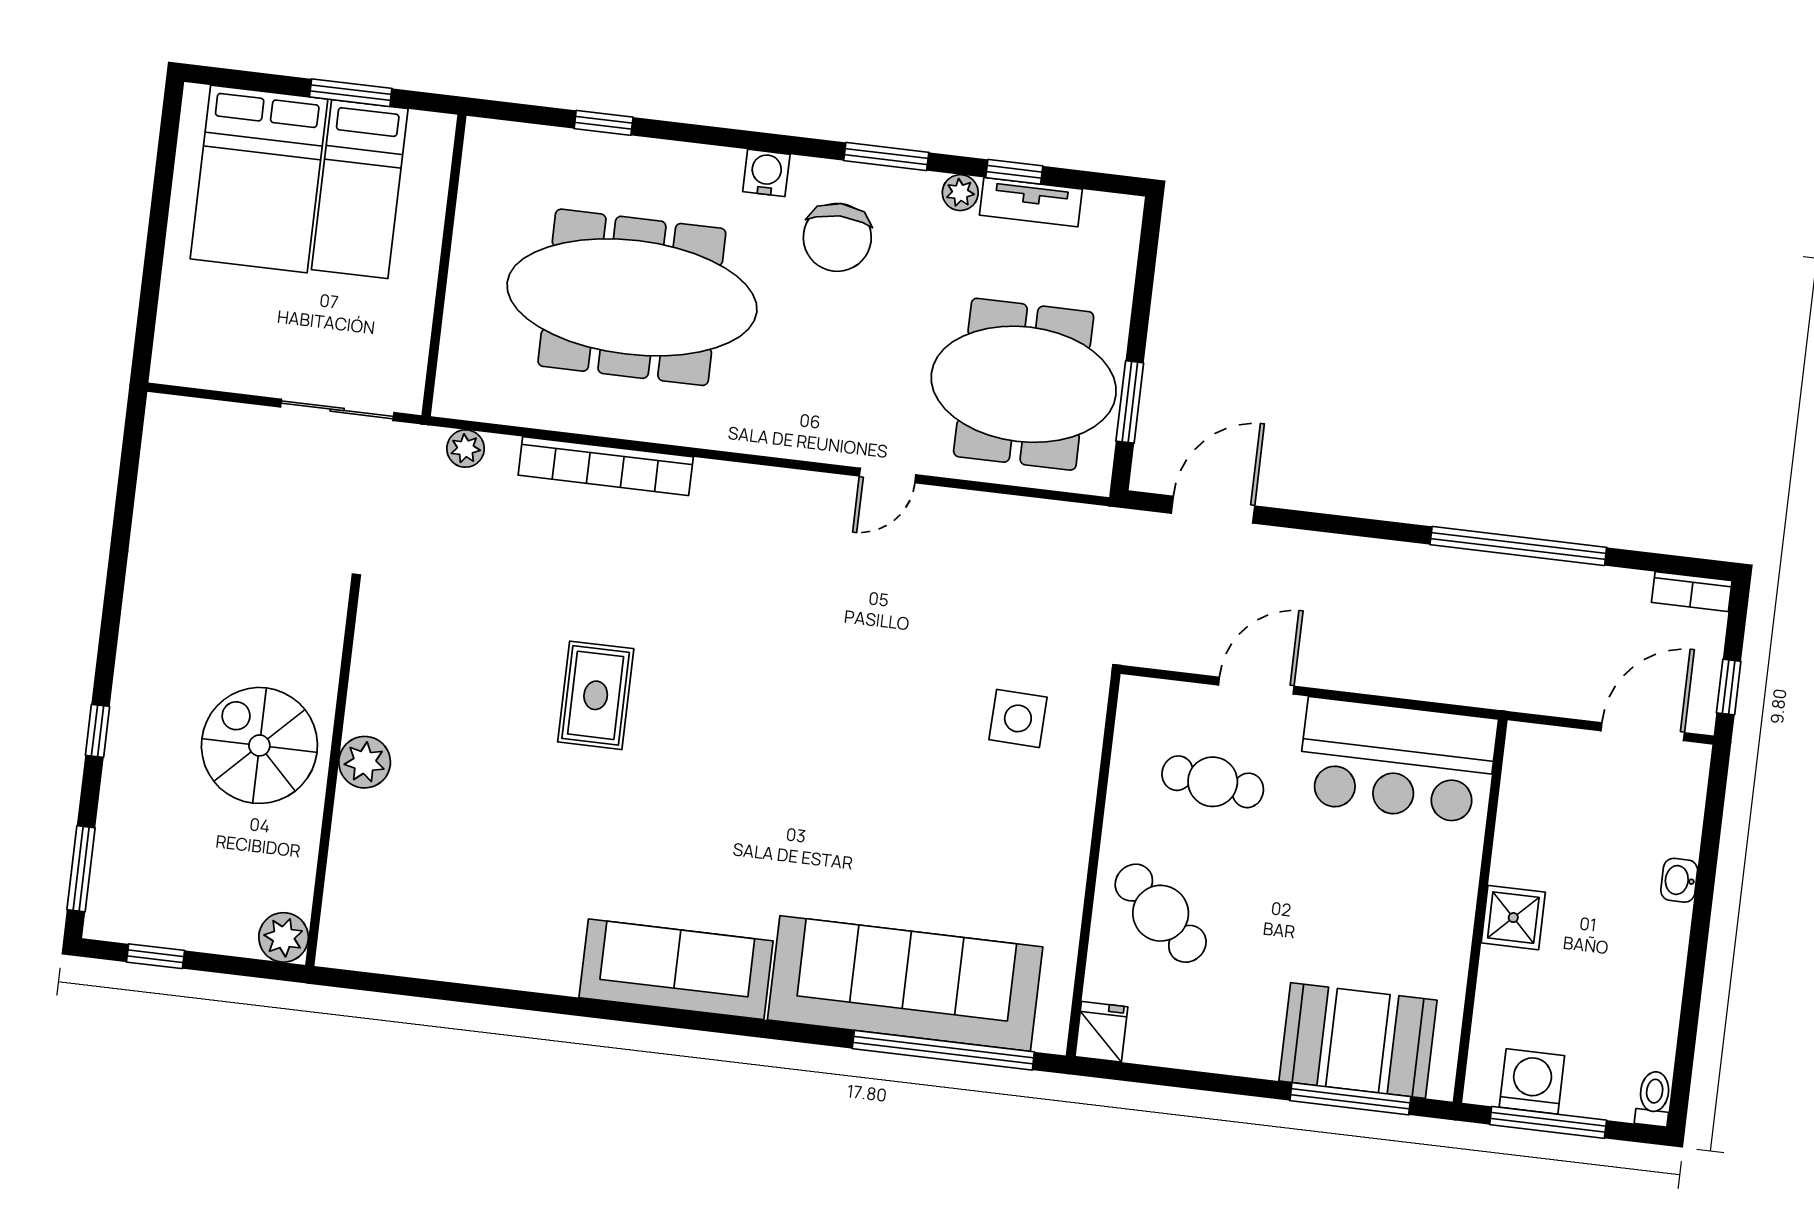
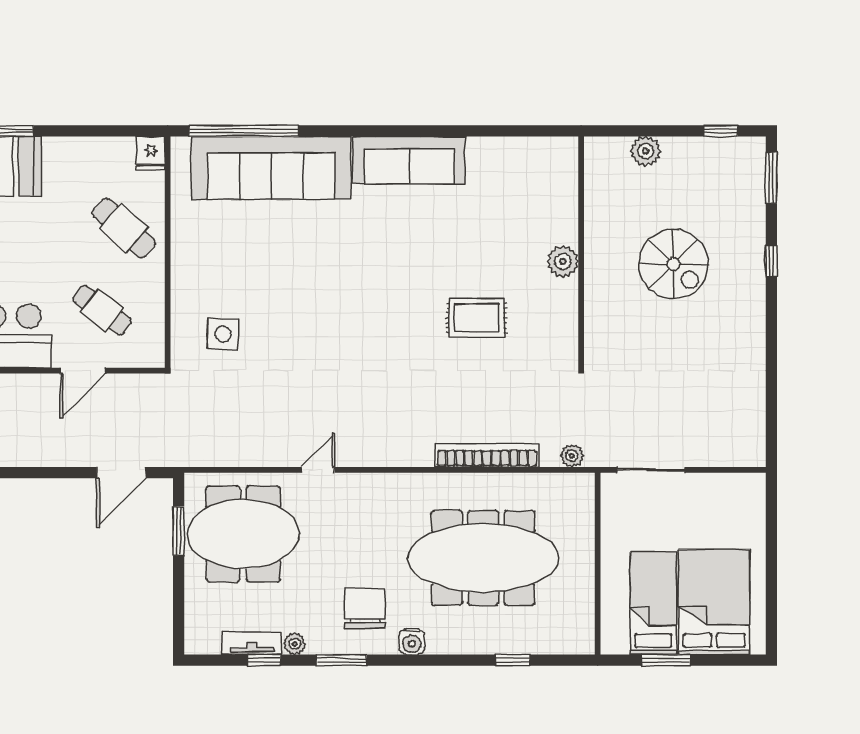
rug: (596, 695) -> (477, 318), turned 90
plant: (365, 762) -> (563, 261), moved
wall: (333, 774) -> (581, 252), moved
cafe table: (1213, 782) -> (102, 310), turned 30

